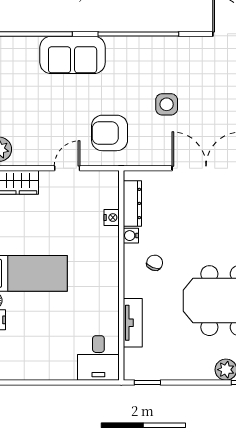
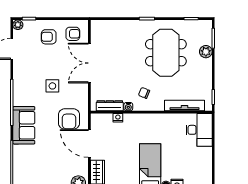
sofa: (73, 55) -> (24, 125), moved
door: (67, 168) -> (89, 143), width x1.88
tv unit: (133, 323) -> (185, 106), width x1.41
desk: (98, 358) -> (199, 130), width x1.37

